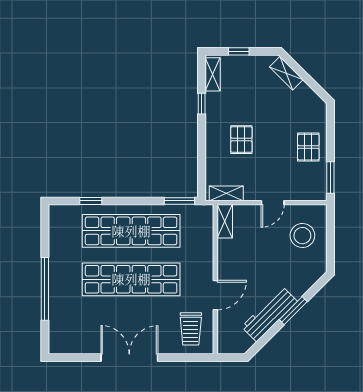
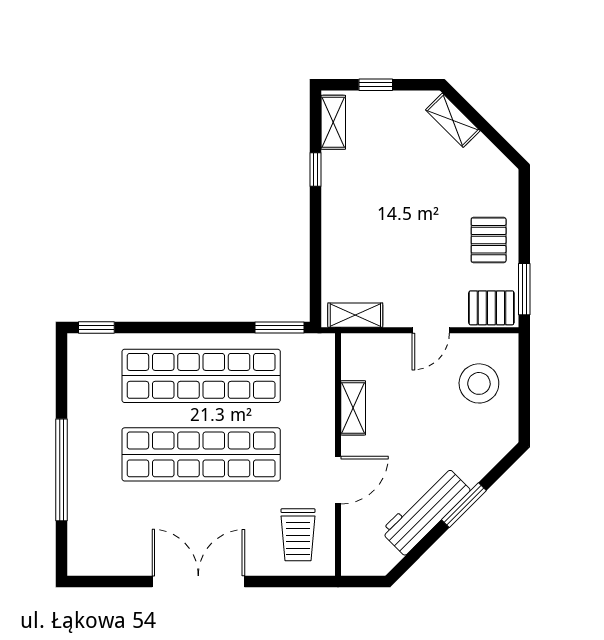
pallet: (241, 140) -> (491, 308), moved, turned 90
window: (91, 201) -> (96, 327), moved
shelving: (225, 221) -> (353, 408), moved

